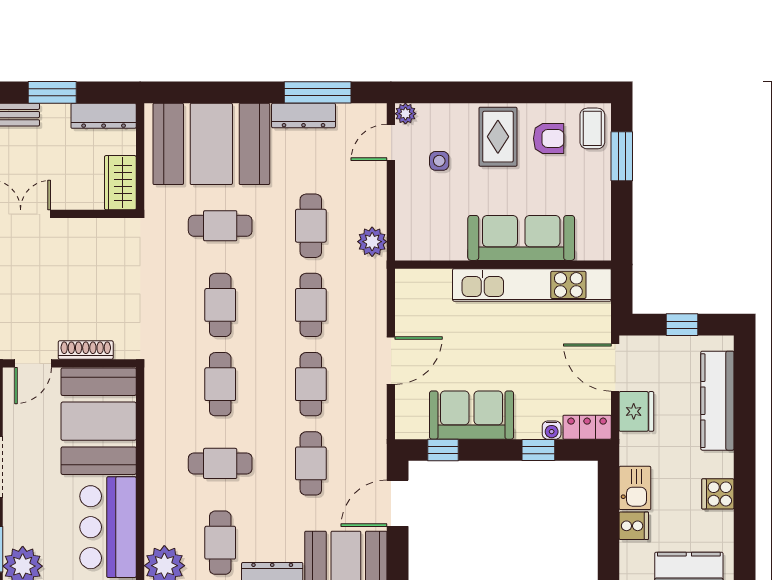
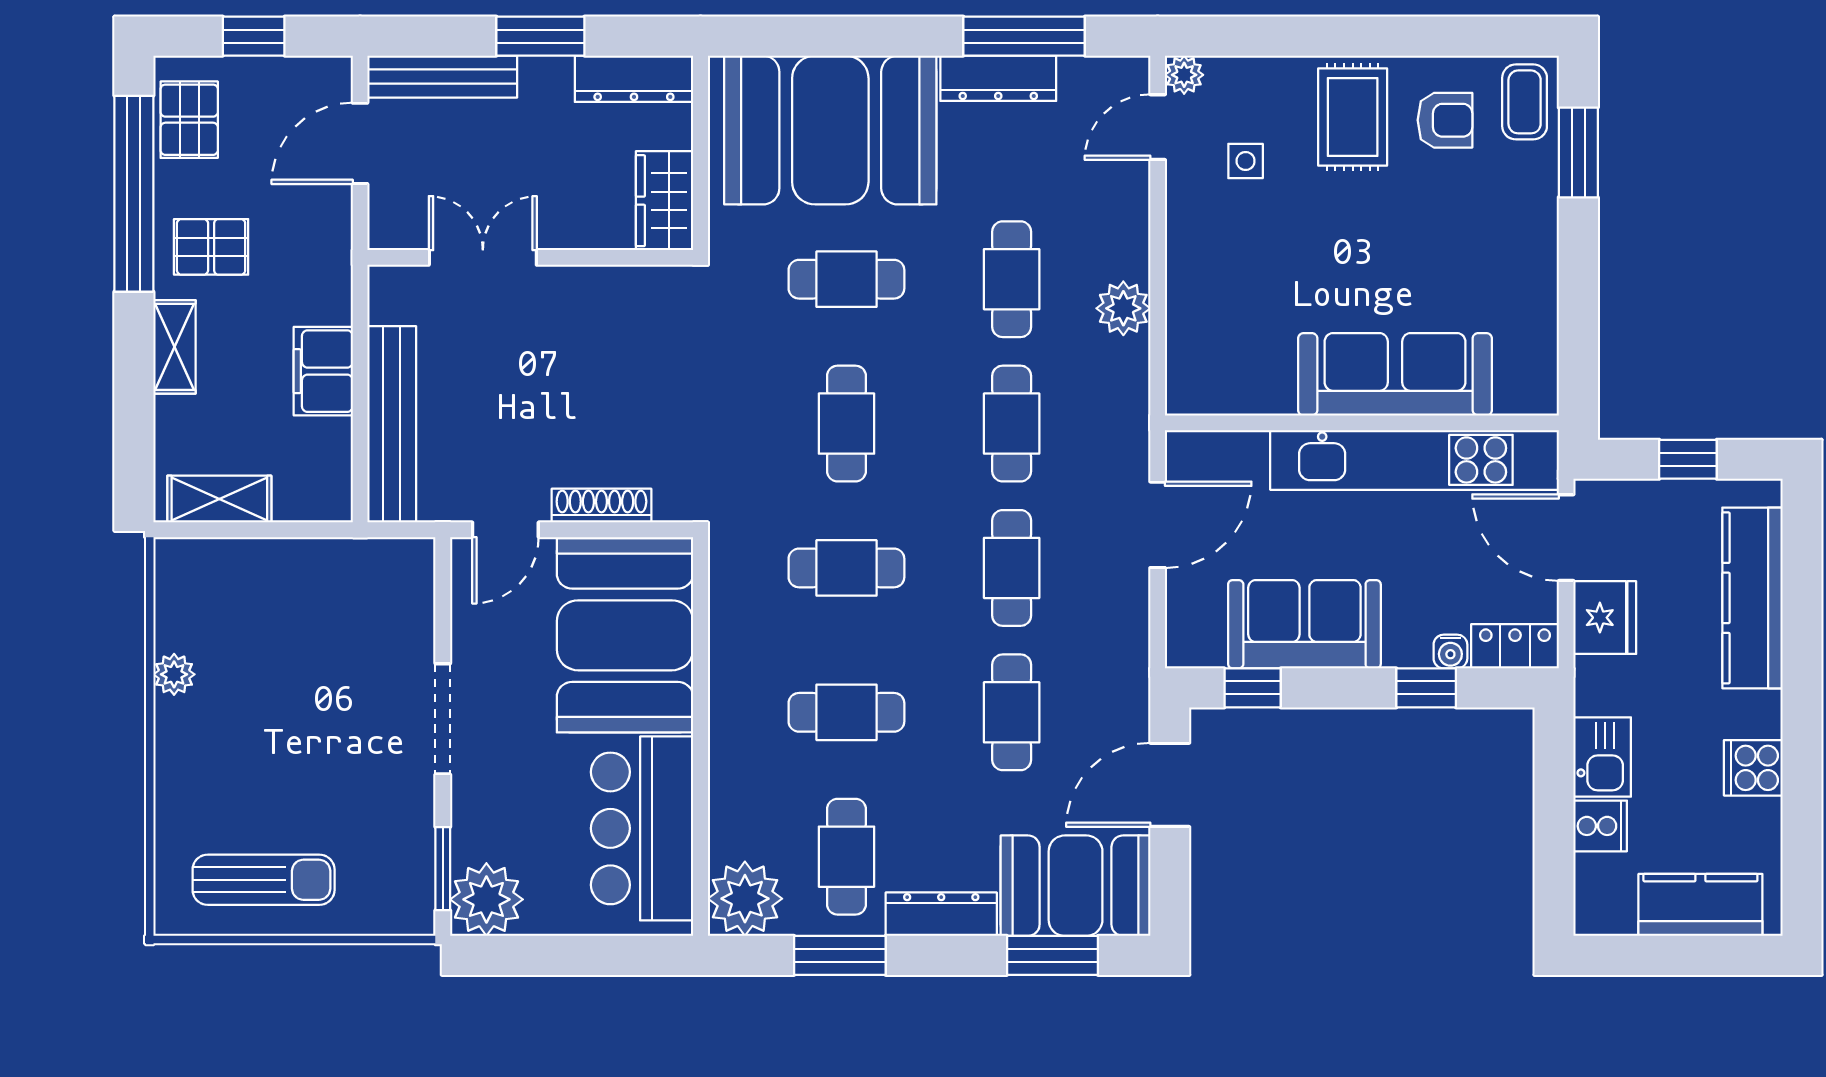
sofa: (521, 238) -> (1395, 374), moved
wall: (503, 265) -> (1362, 423), moved
kitchen unit: (532, 285) -> (1415, 460), moved
cafe table: (220, 384) -> (846, 568), turned 90

